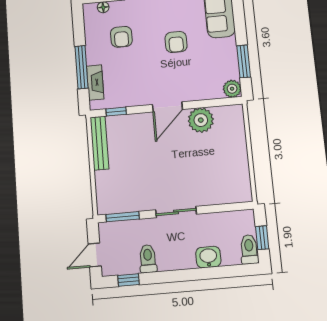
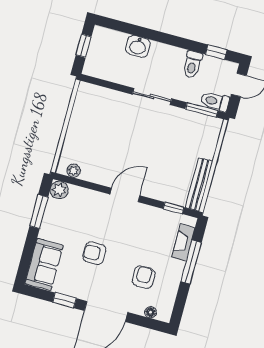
armchair: (176, 42) -> (94, 253), turned -90
plant: (201, 120) -> (74, 171), moved, width x0.53, depth x0.53
toilet: (249, 249) -> (215, 101), moved, turned 90

